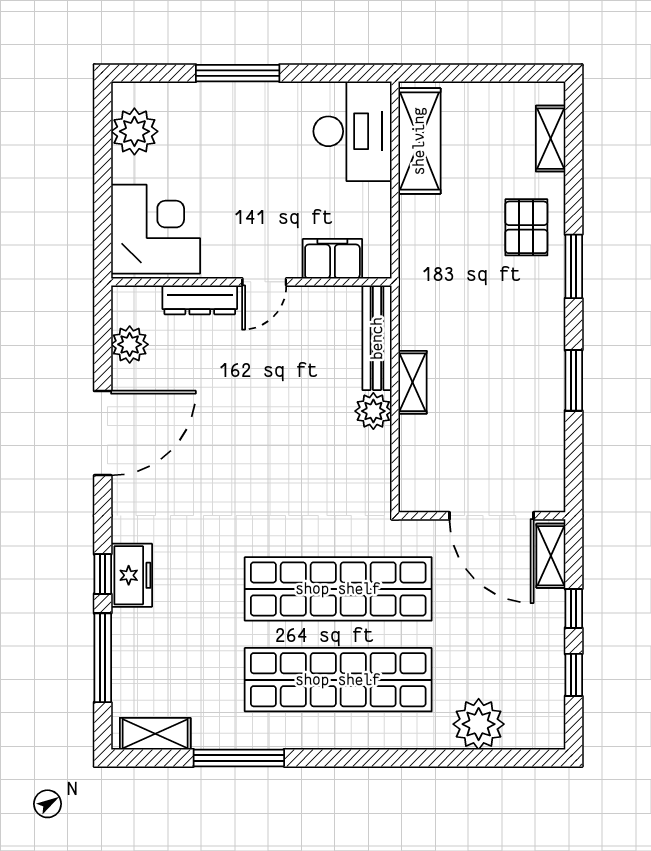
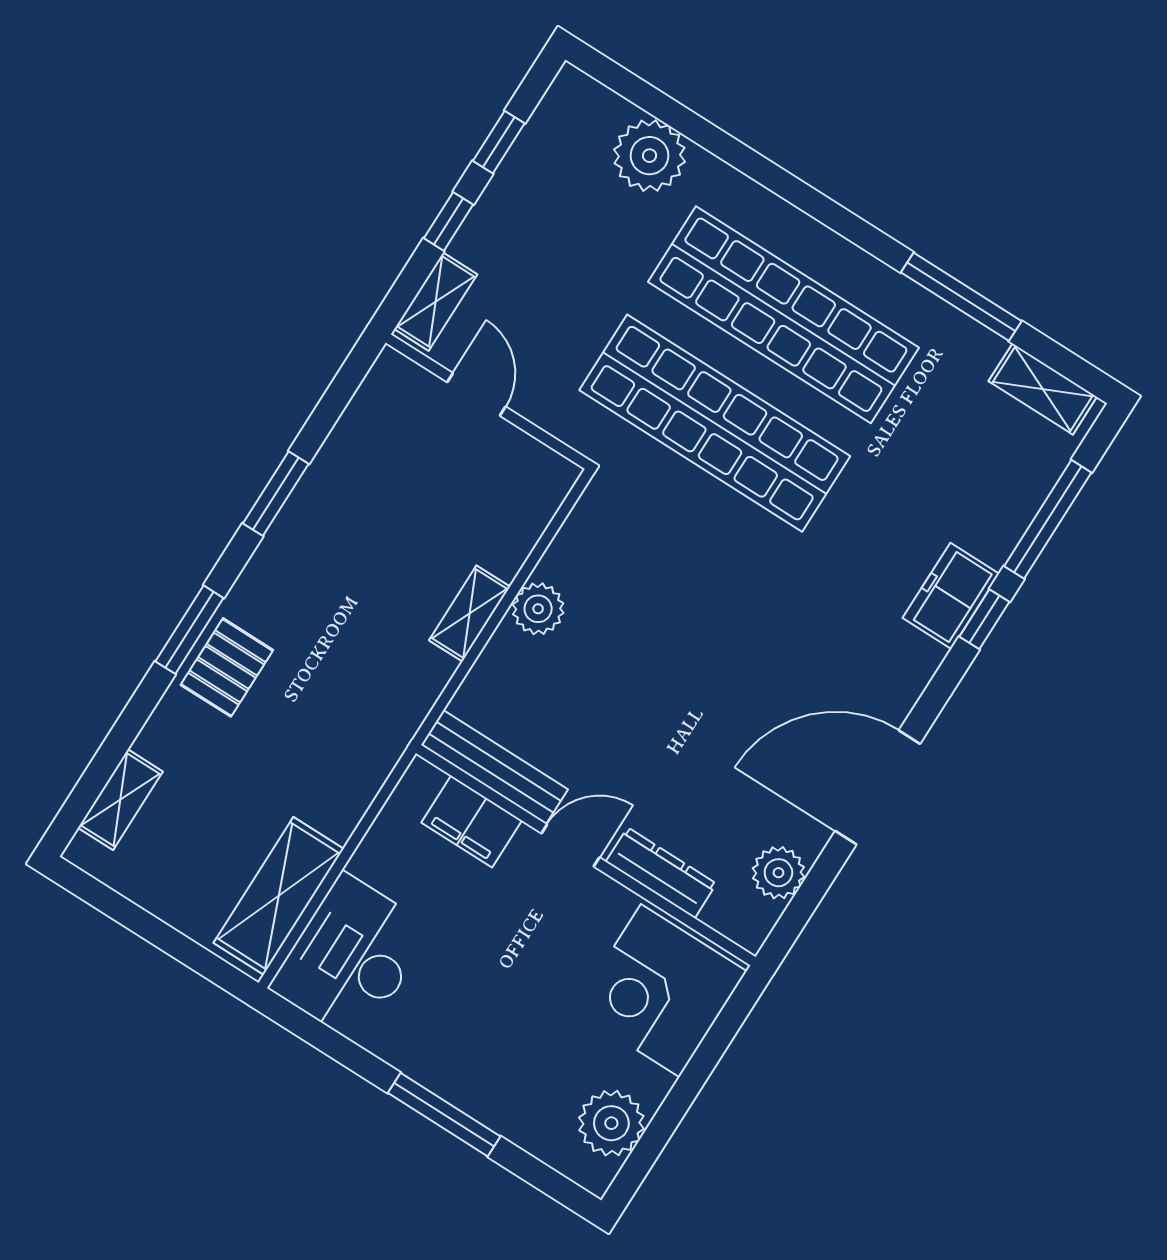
pallet: (526, 227) -> (227, 667), moved
bench: (377, 338) -> (495, 767), moved, turned 90
door: (492, 516) -> (476, 394), width x0.53

